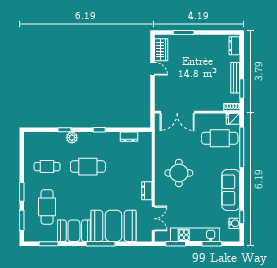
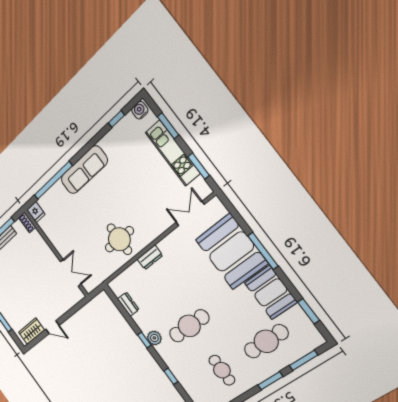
door: (152, 69) -> (52, 327), swing flipped
double door: (177, 112) -> (71, 273), width x0.73
plant: (72, 138) -> (154, 338), moved
cafe table: (220, 138) -> (62, 210), removed
cafe table: (88, 167) -> (189, 326), turned 90
round table: (179, 173) -> (119, 239), moved
sofa: (231, 190) -> (84, 170), moved
dresser: (147, 191) -> (150, 257), moved
water cooler: (234, 223) -> (140, 110), moved

